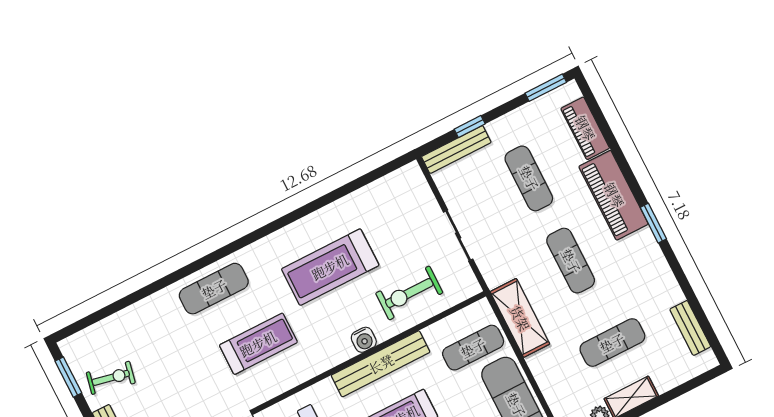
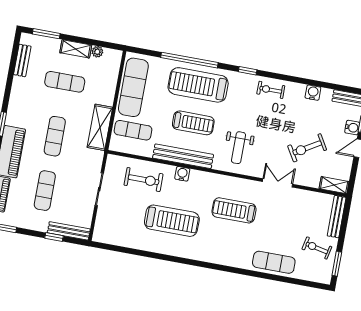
exercise mat: (214, 289) -> (274, 262), moved
window: (686, 387) -> (46, 34), added

